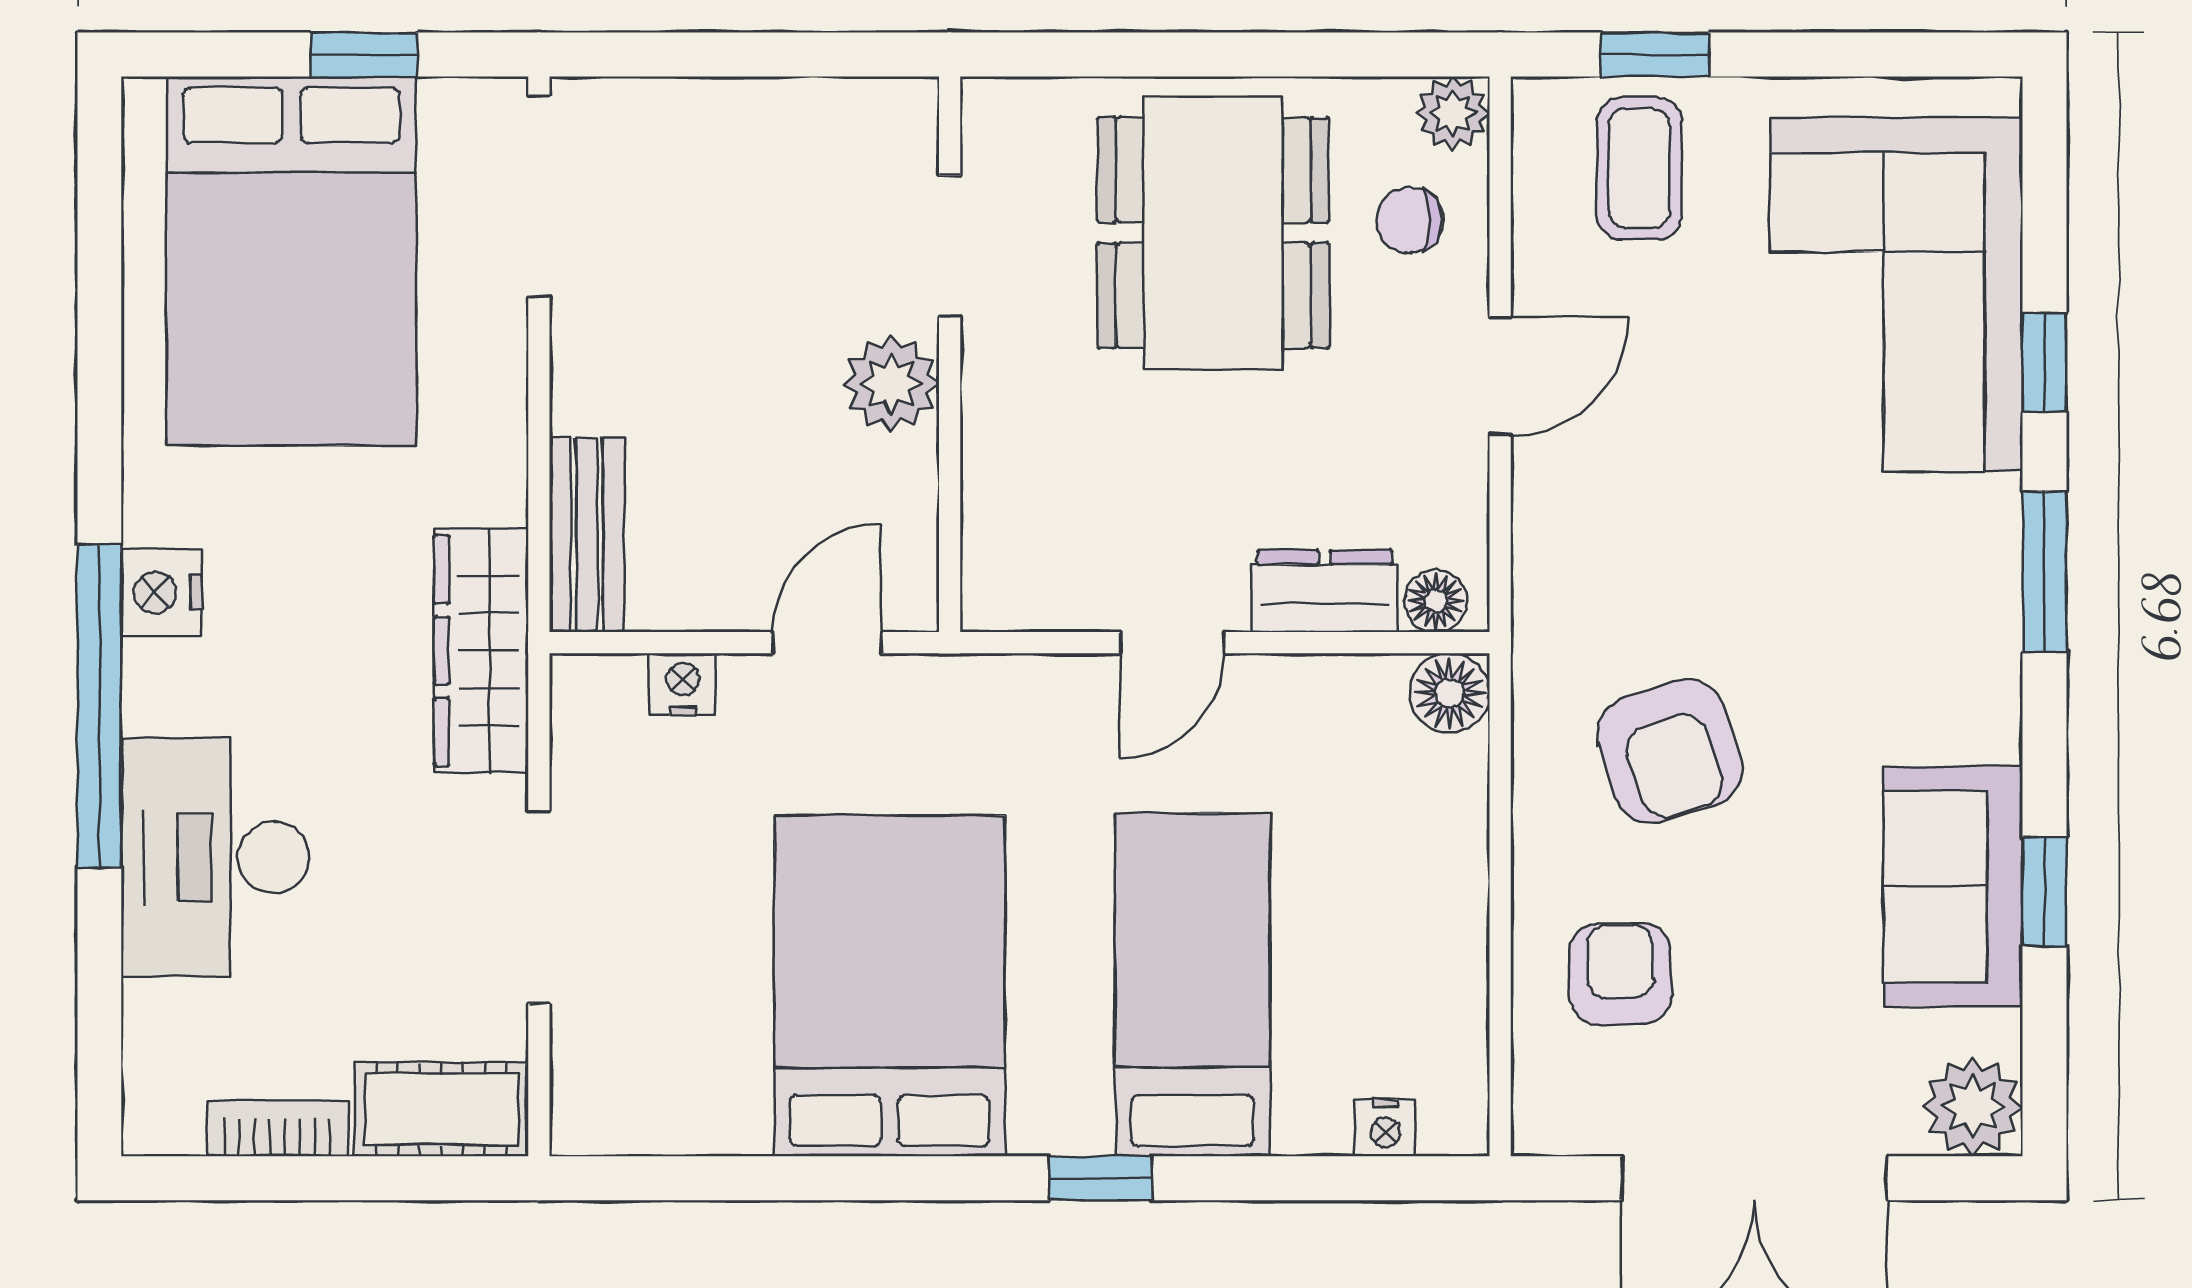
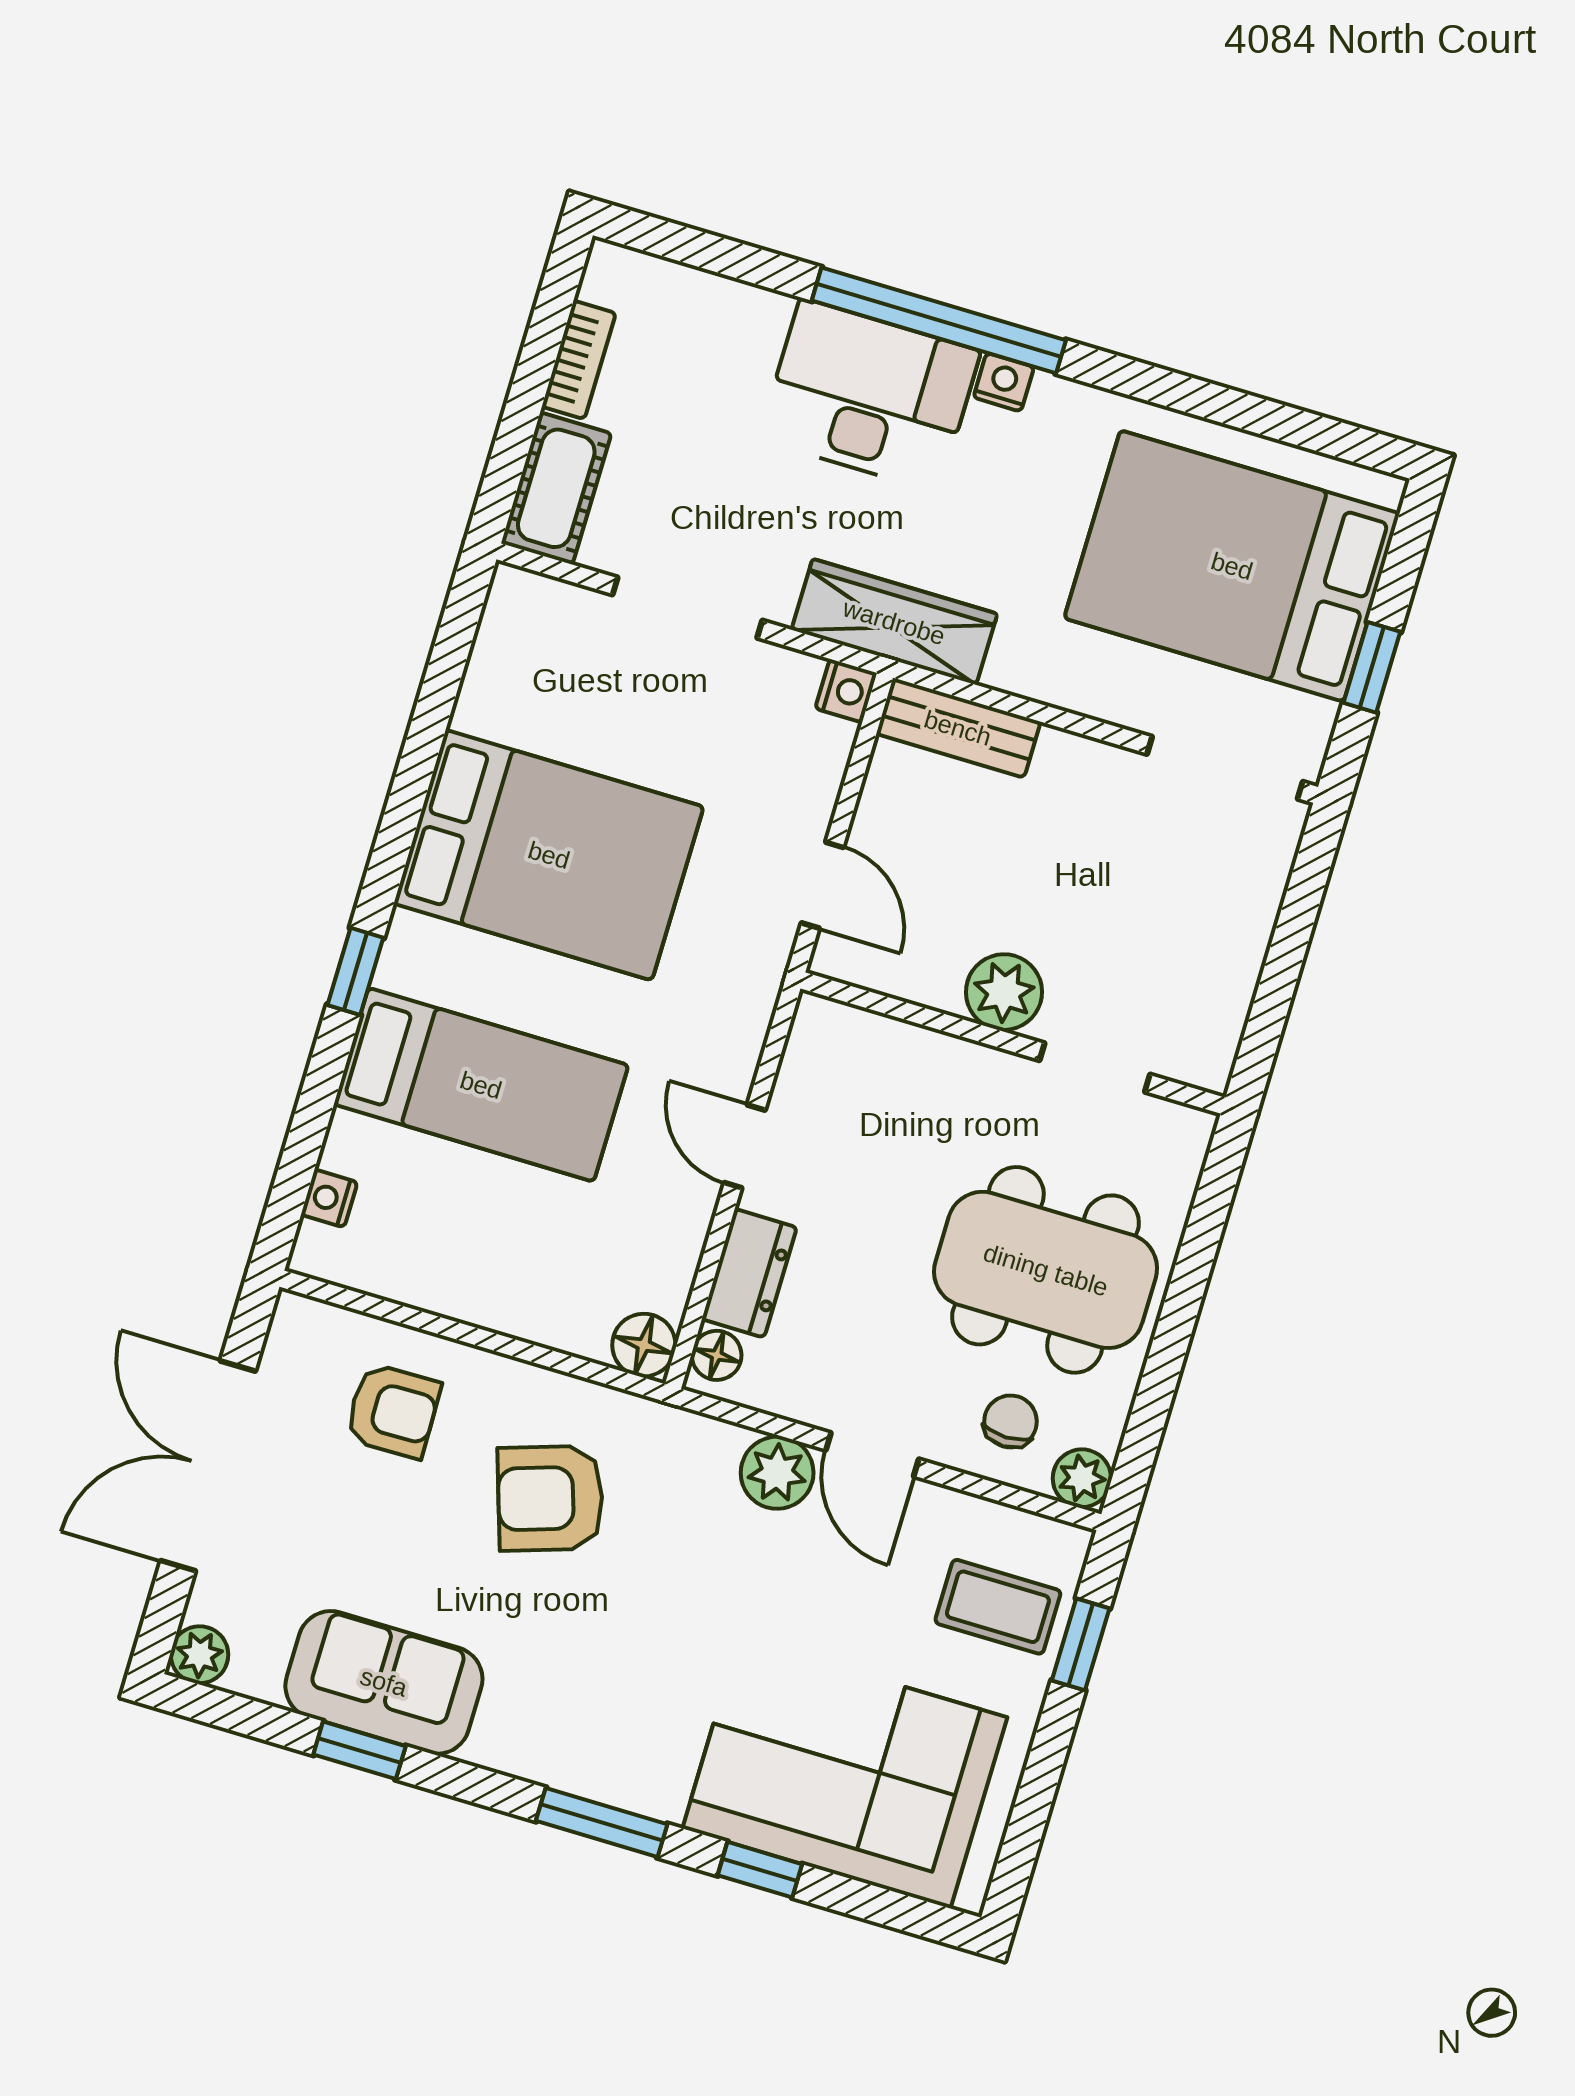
plant: (1556, 485) -> (777, 1473), added
nightstand: (161, 592) -> (1004, 382), width x0.72, depth x0.74
nightstand: (683, 684) -> (846, 691), moved
desk: (215, 857) -> (870, 395), moved
plant: (1973, 1107) -> (200, 1655), width x0.73, depth x0.73

